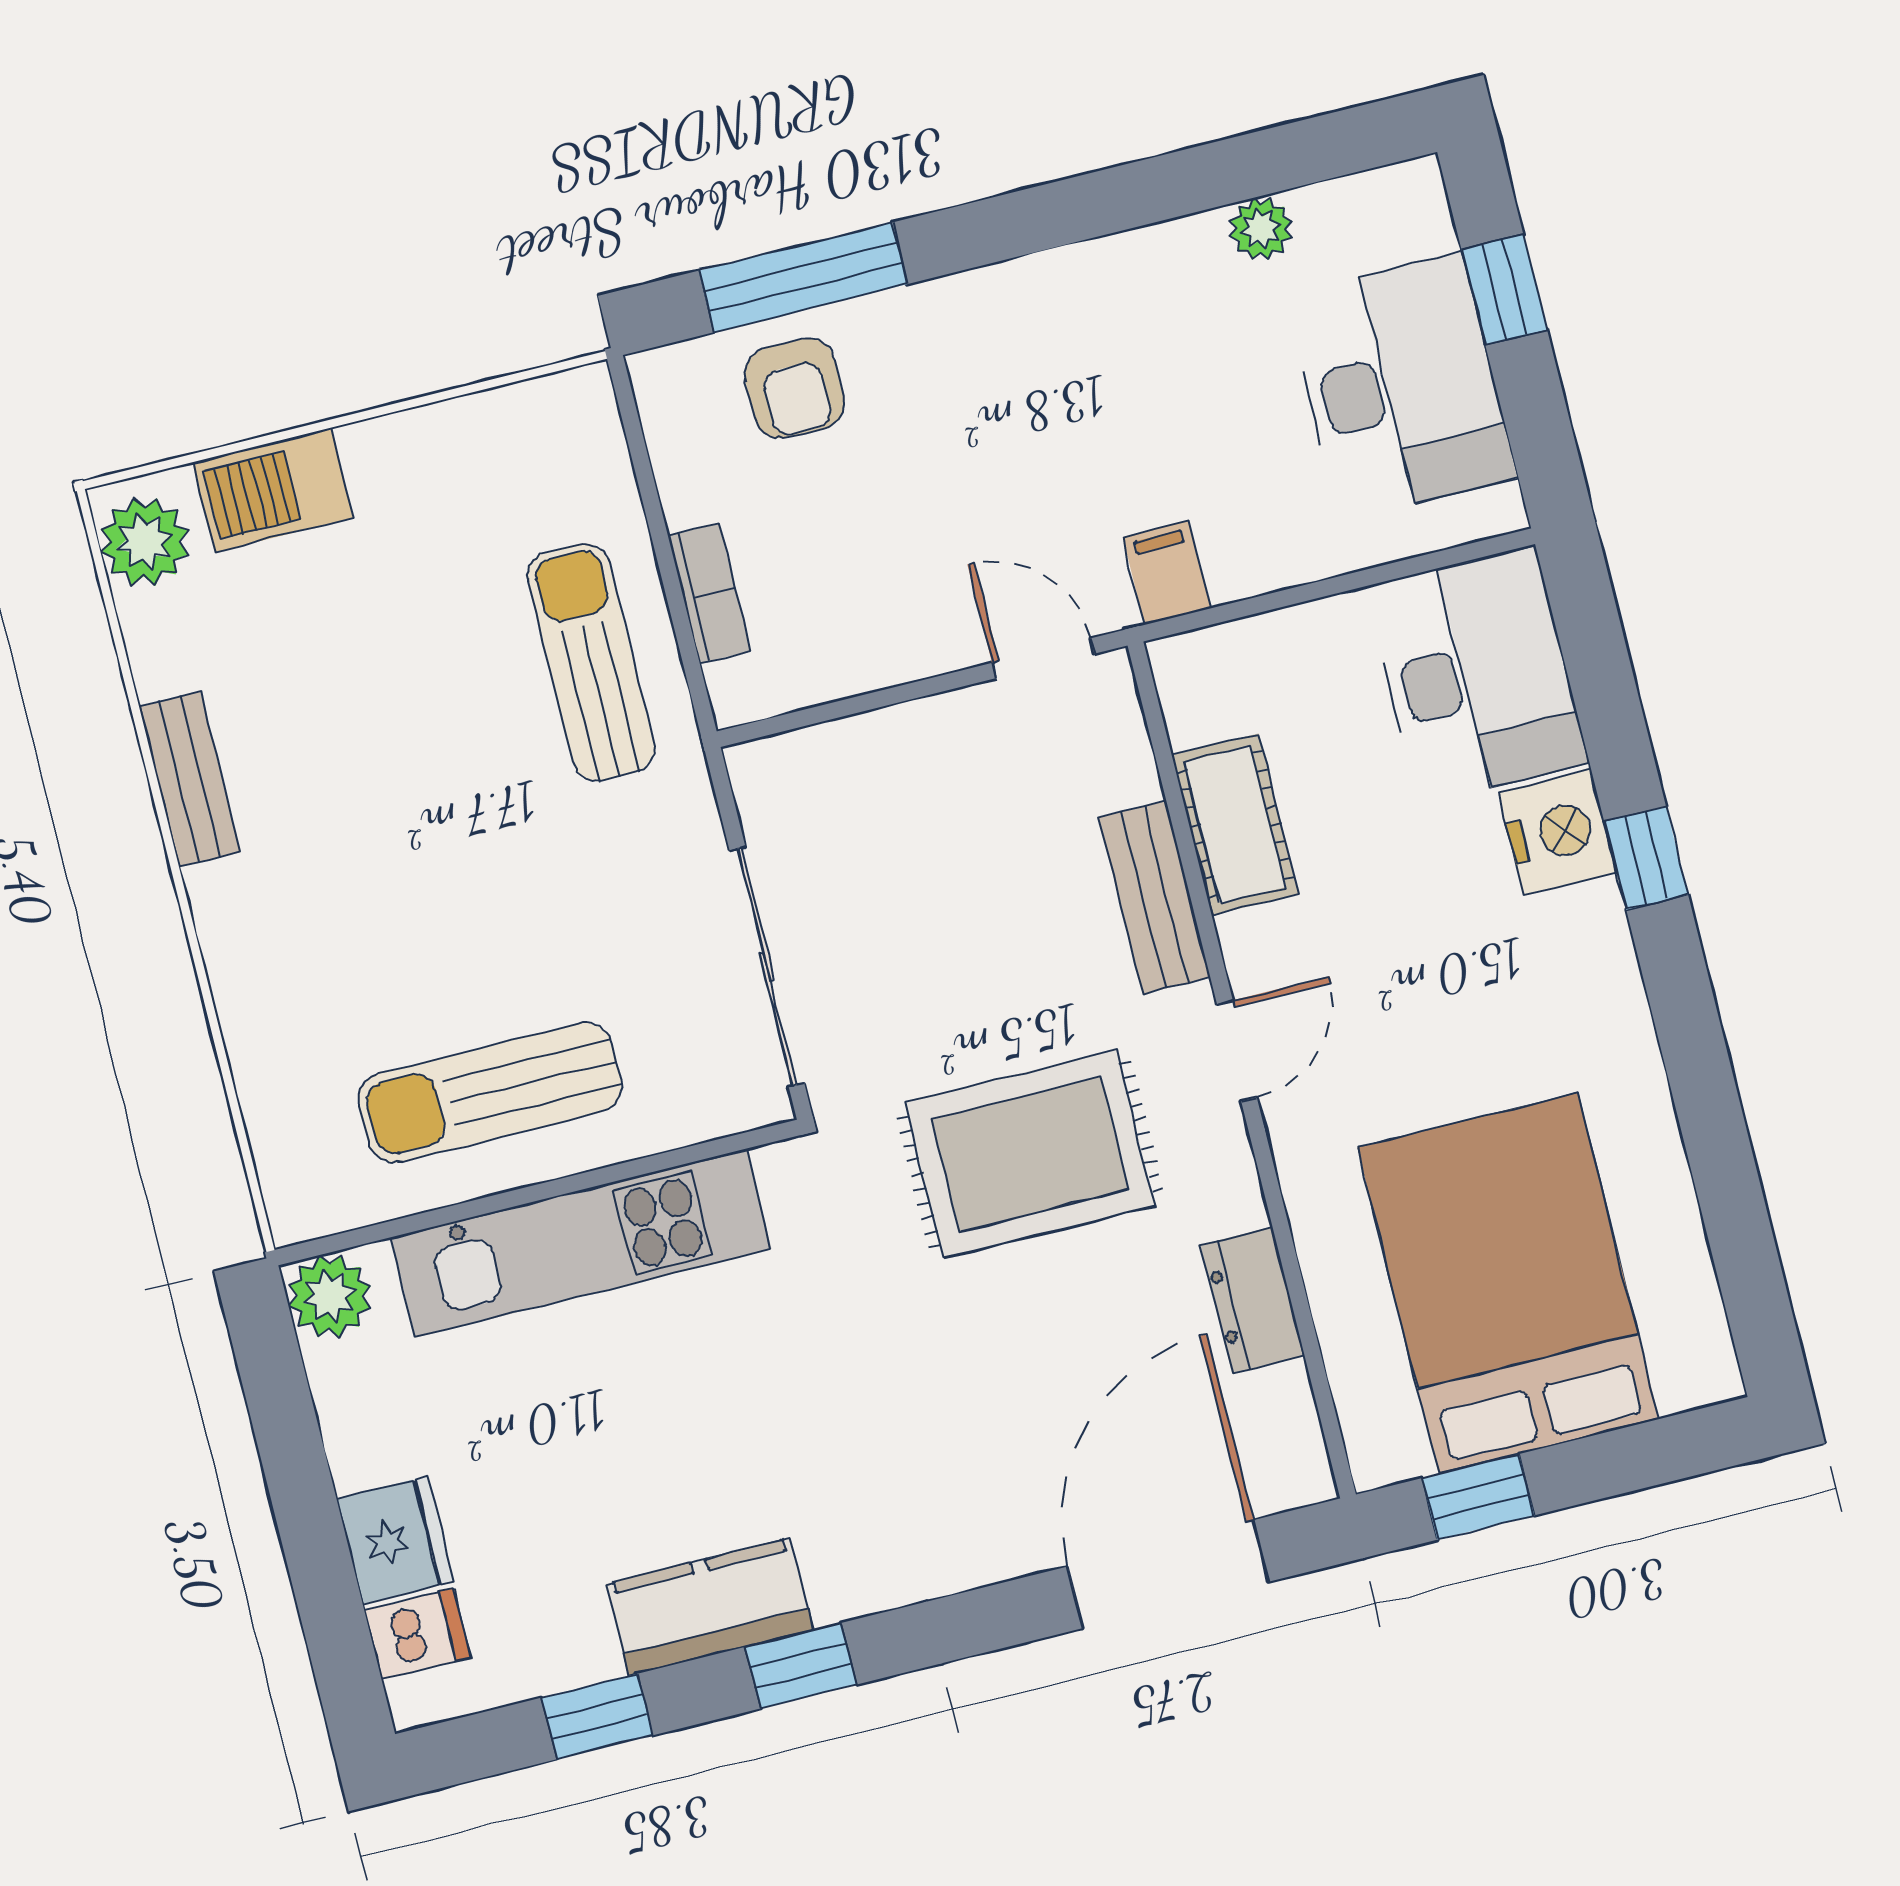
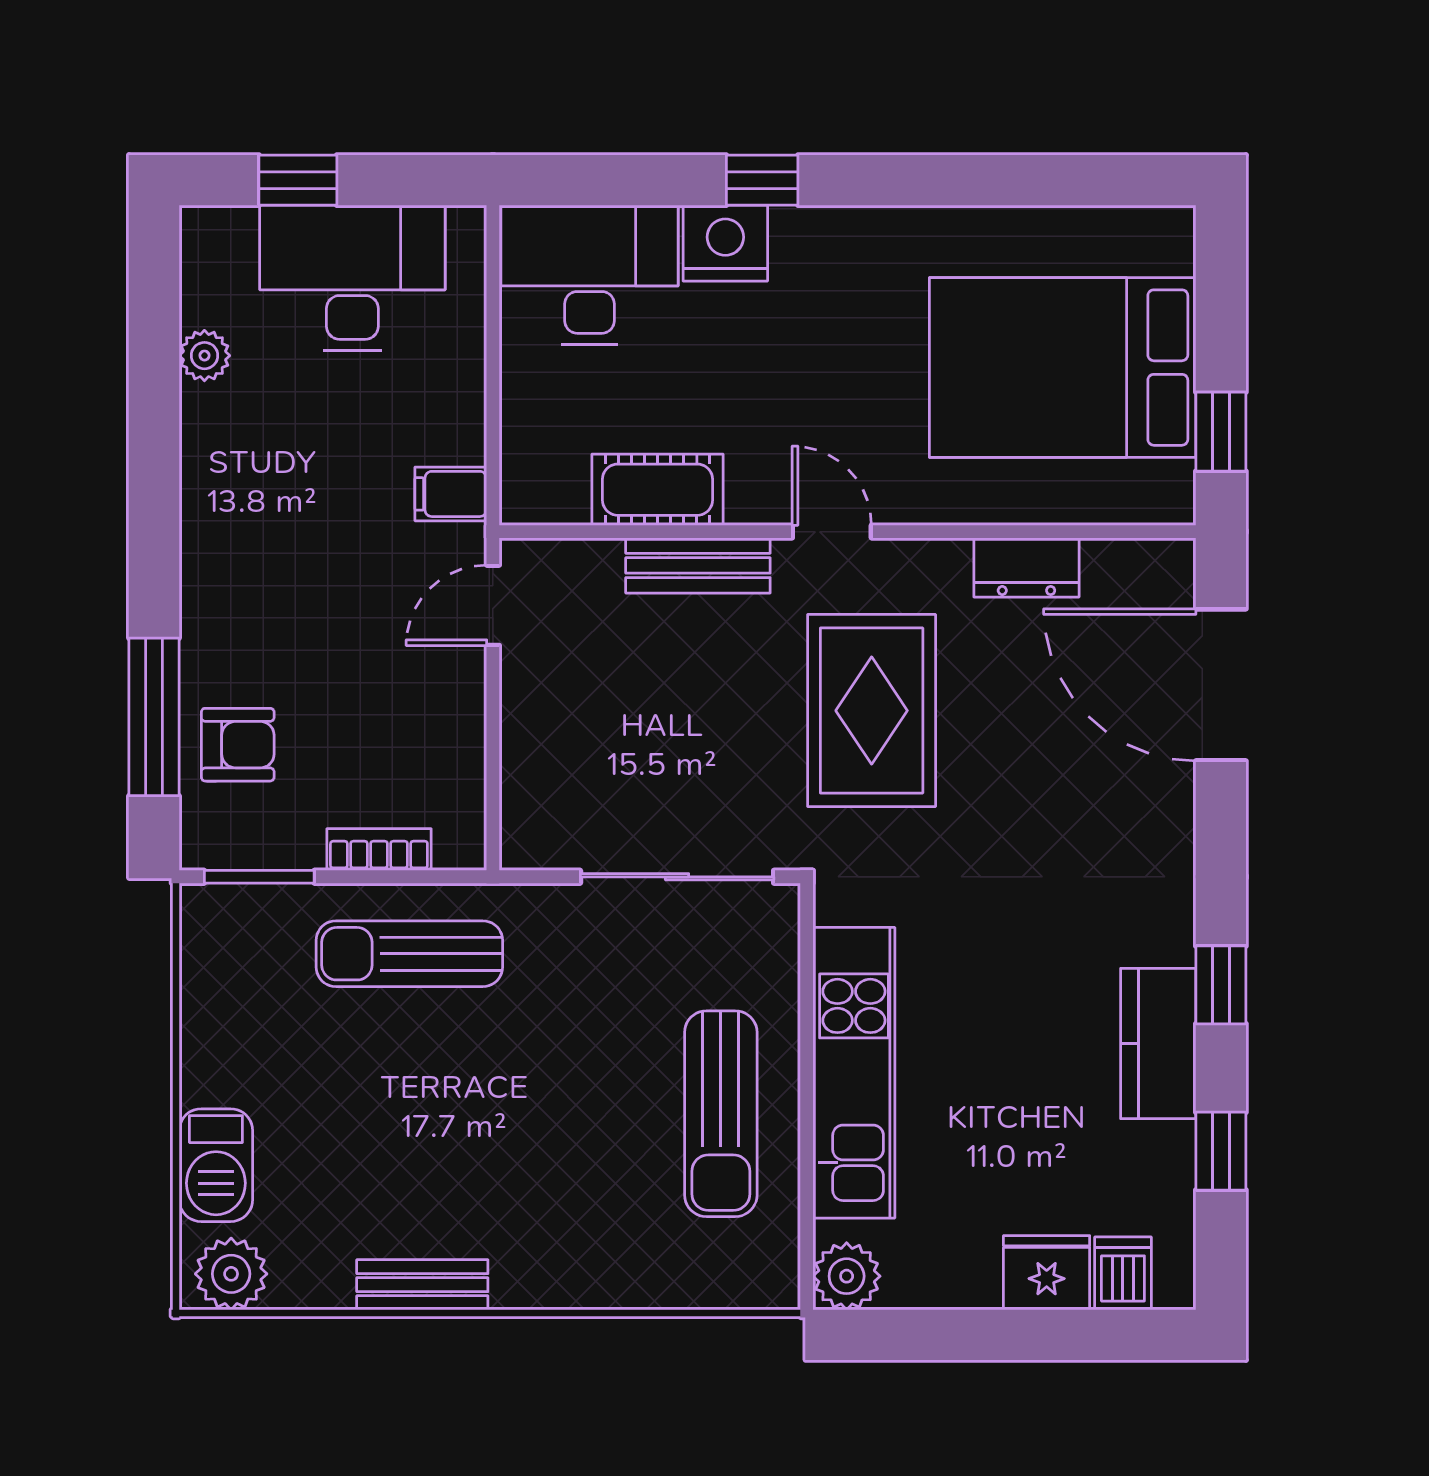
window: (639, 455) -> (259, 877), added

